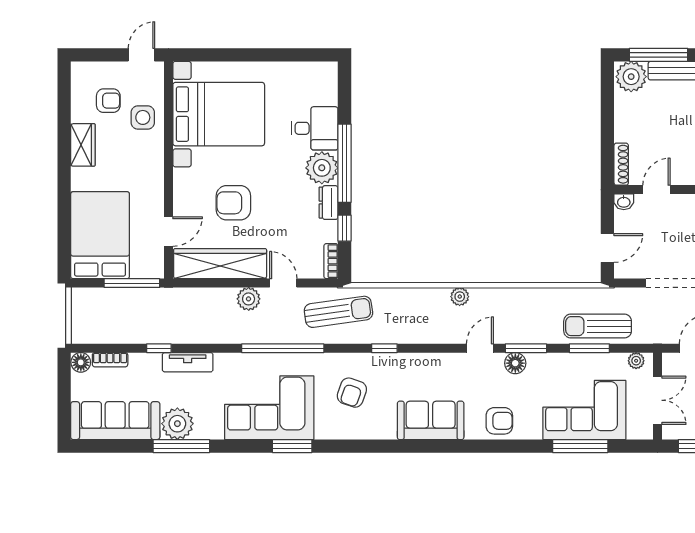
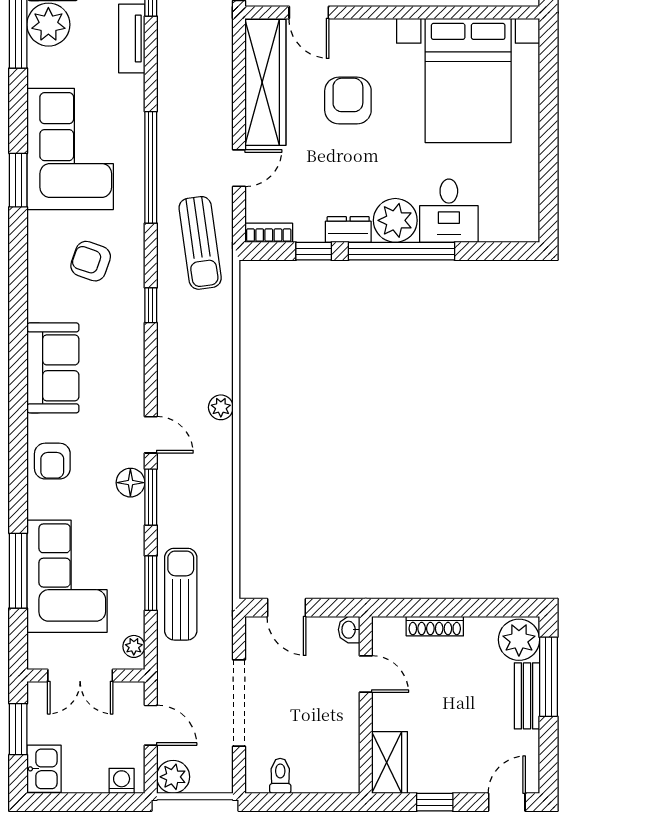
shoe rack: (621, 164) -> (435, 626), moved
plant: (249, 299) -> (218, 121), removed

